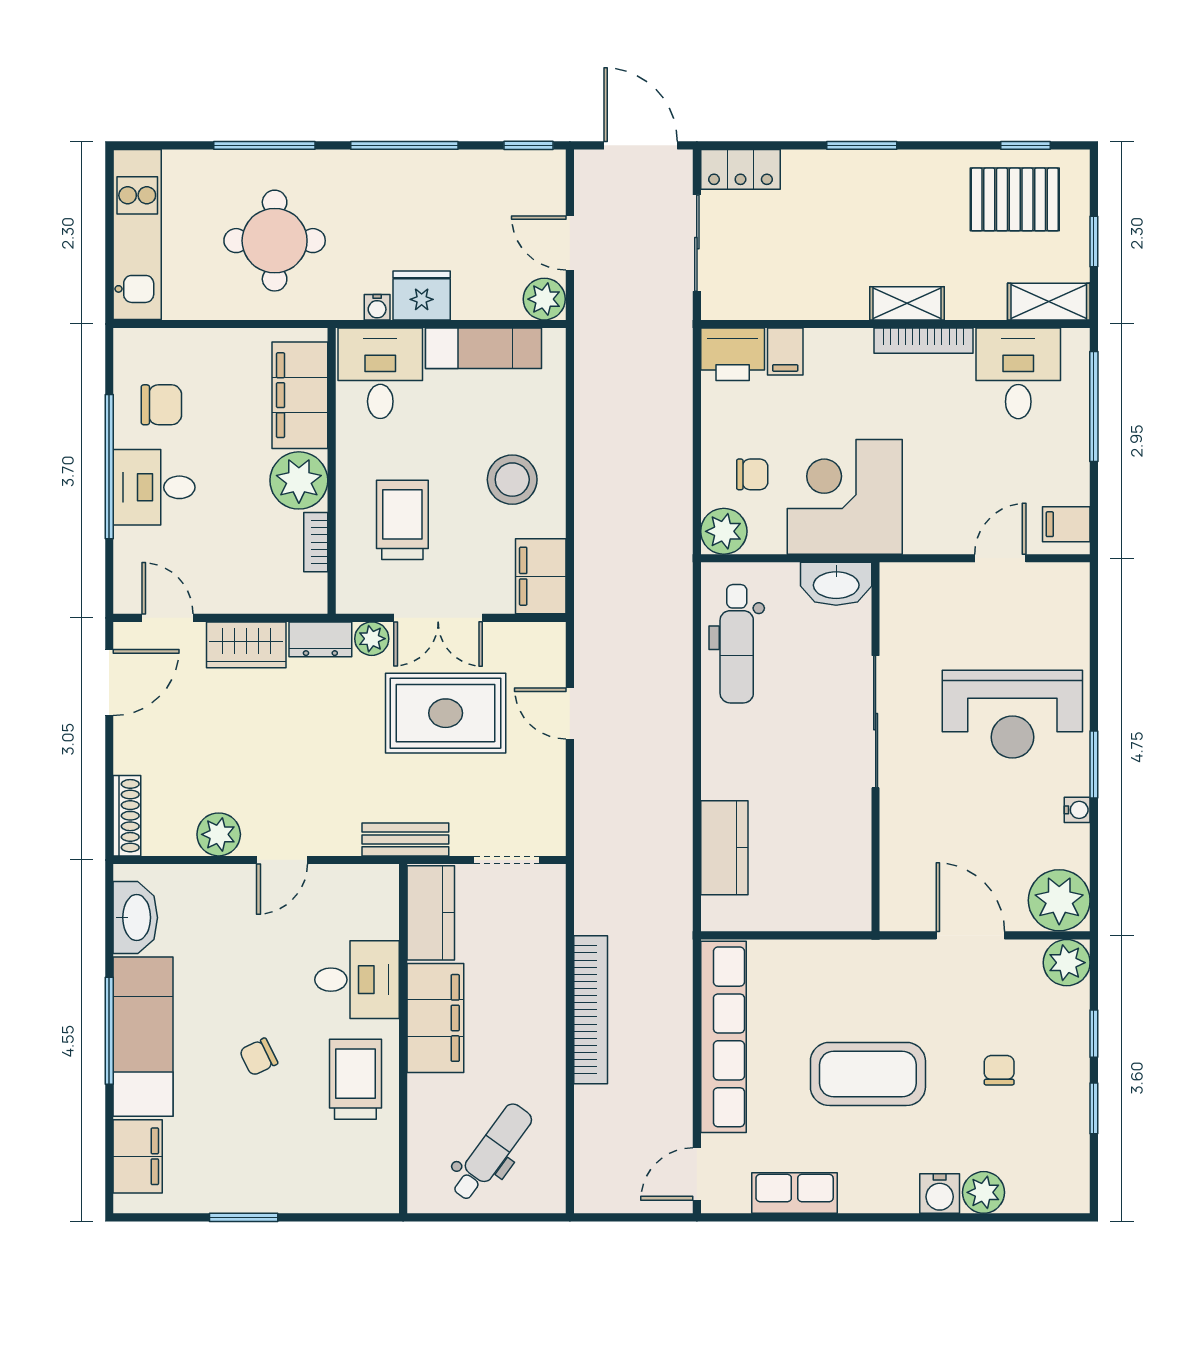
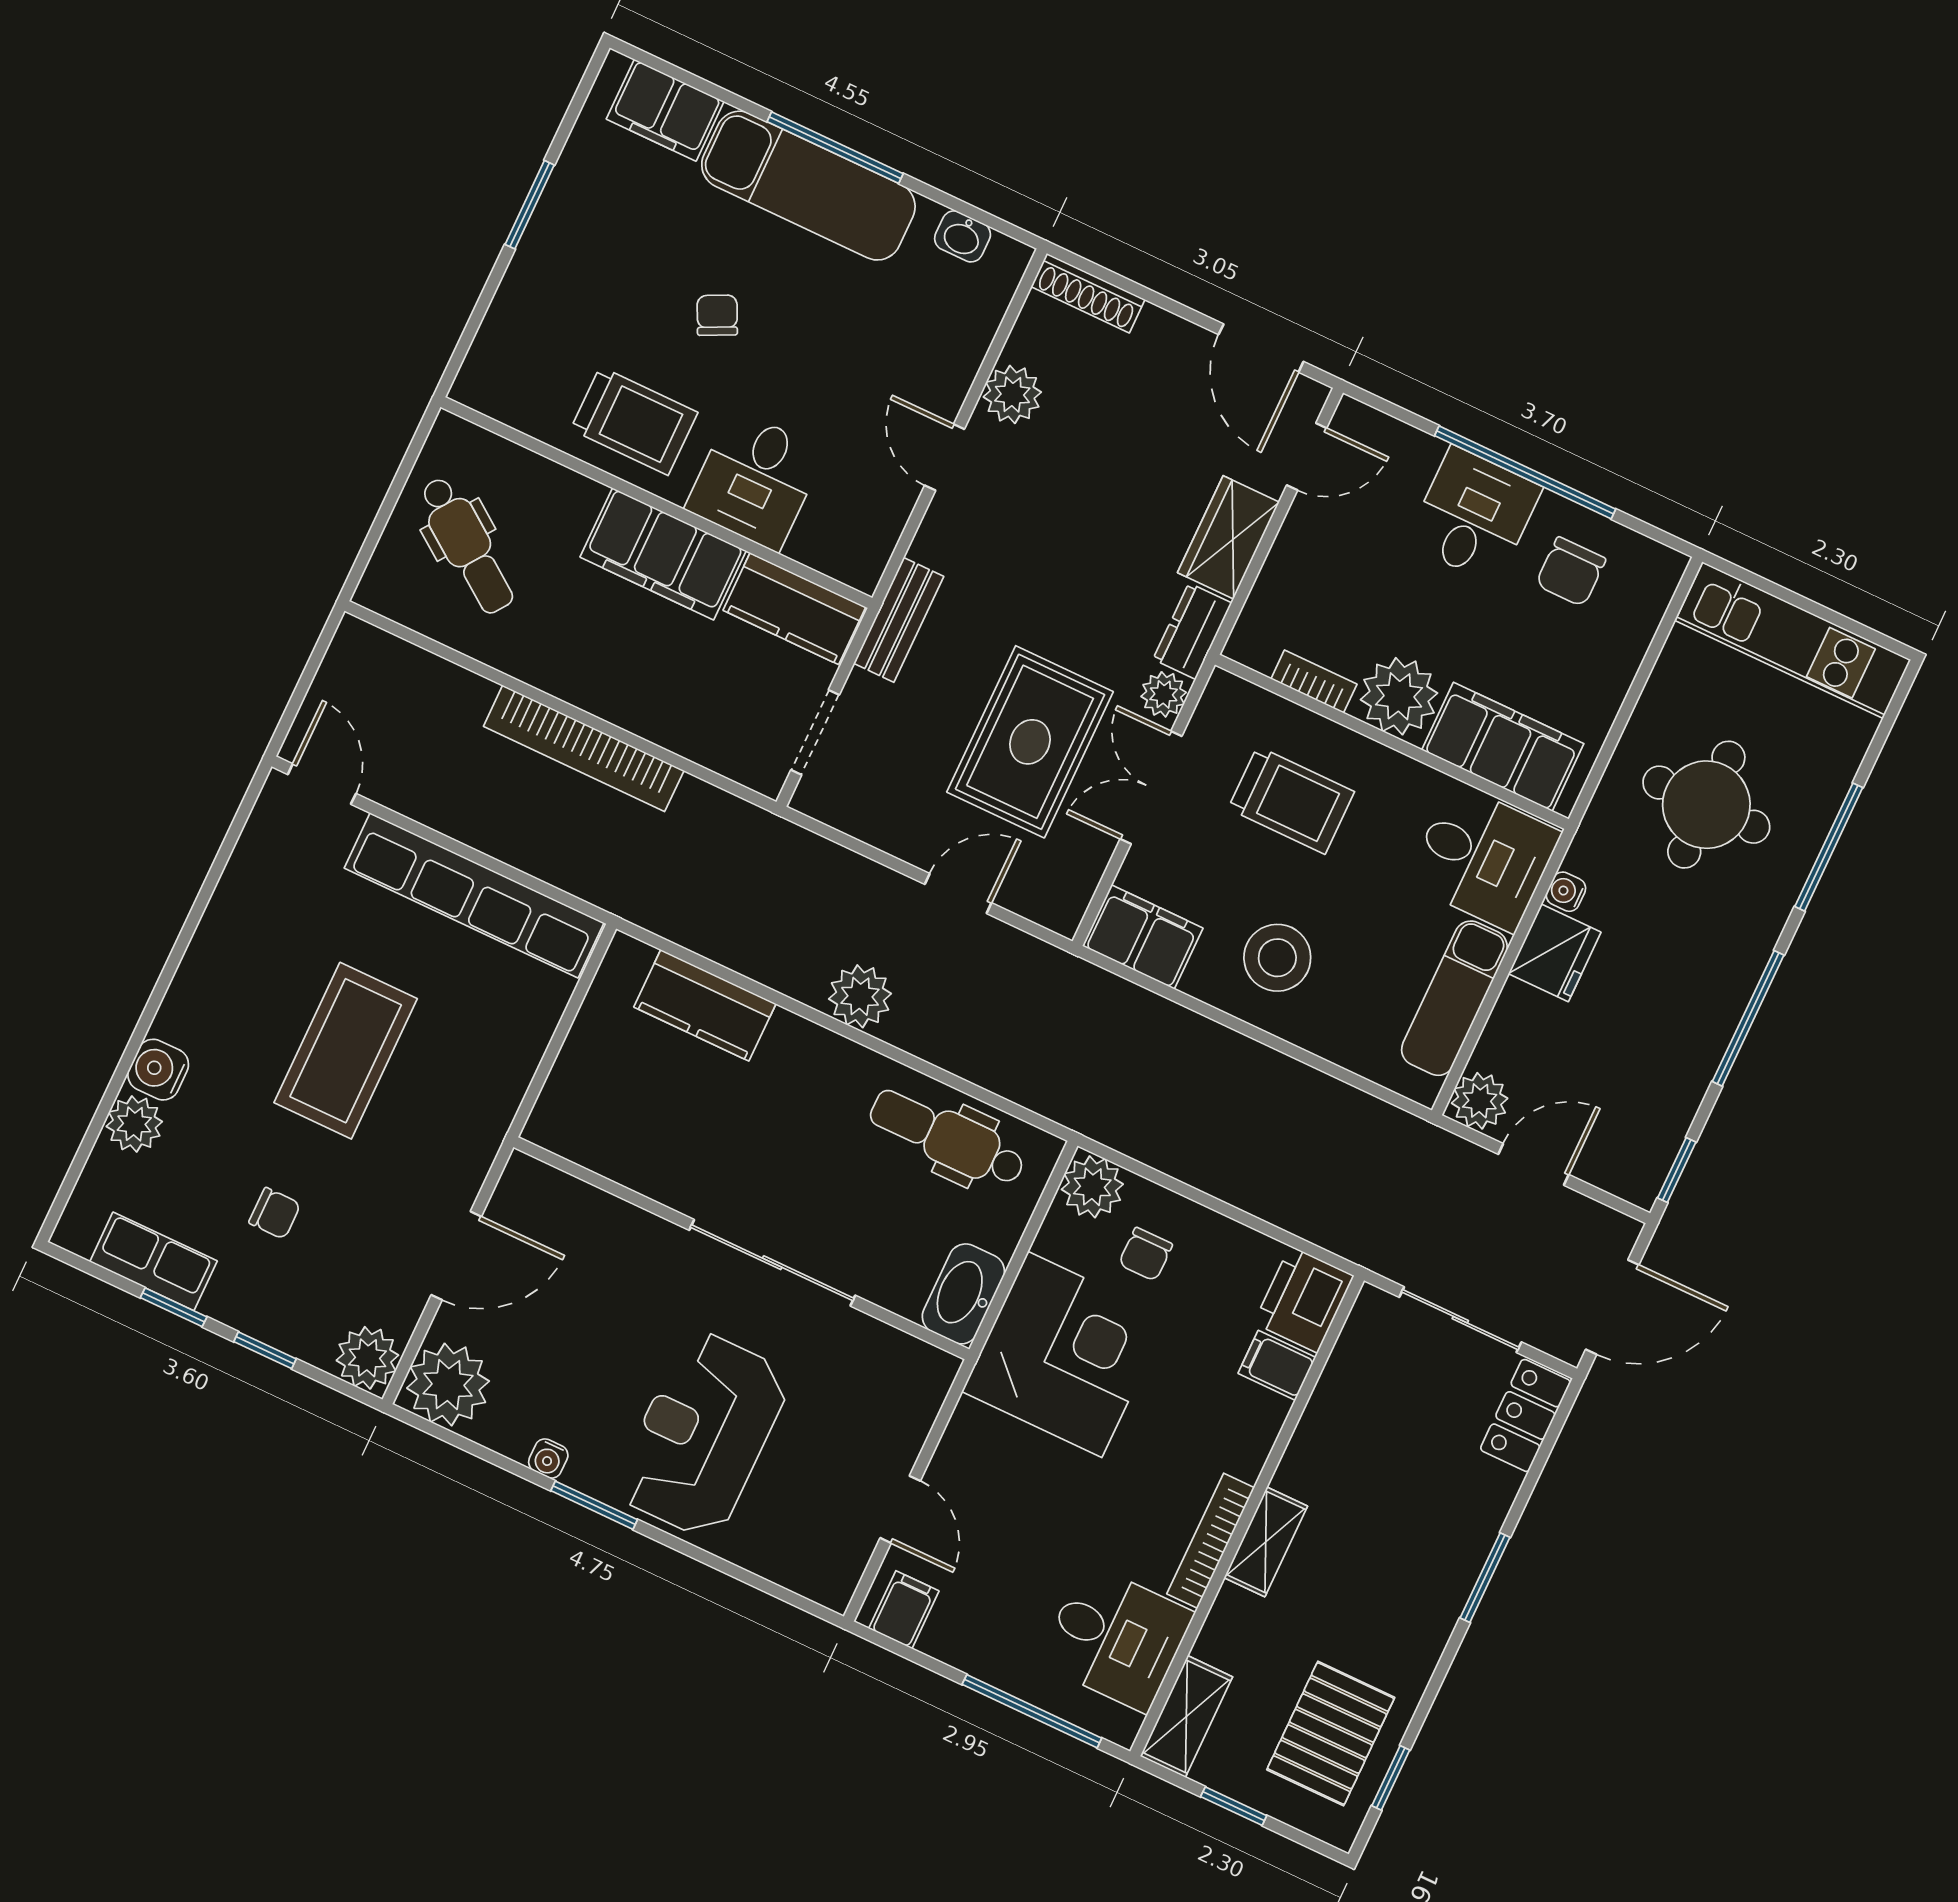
plant: (670, 747) -> (860, 996), added
washbasin: (135, 918) -> (963, 236), width x0.52, depth x0.69
row of seats: (795, 1193) -> (153, 1261), moved, turned -90

